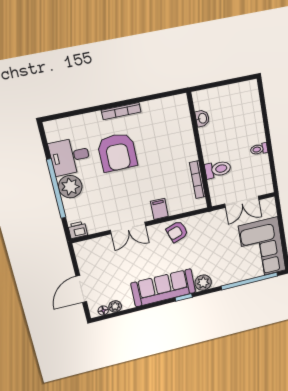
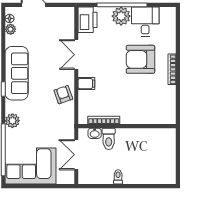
washbasin: (202, 118) -> (95, 133), moved
printer: (78, 230) -> (87, 20), width x1.87, depth x1.48
plant: (203, 283) -> (12, 121), moved

